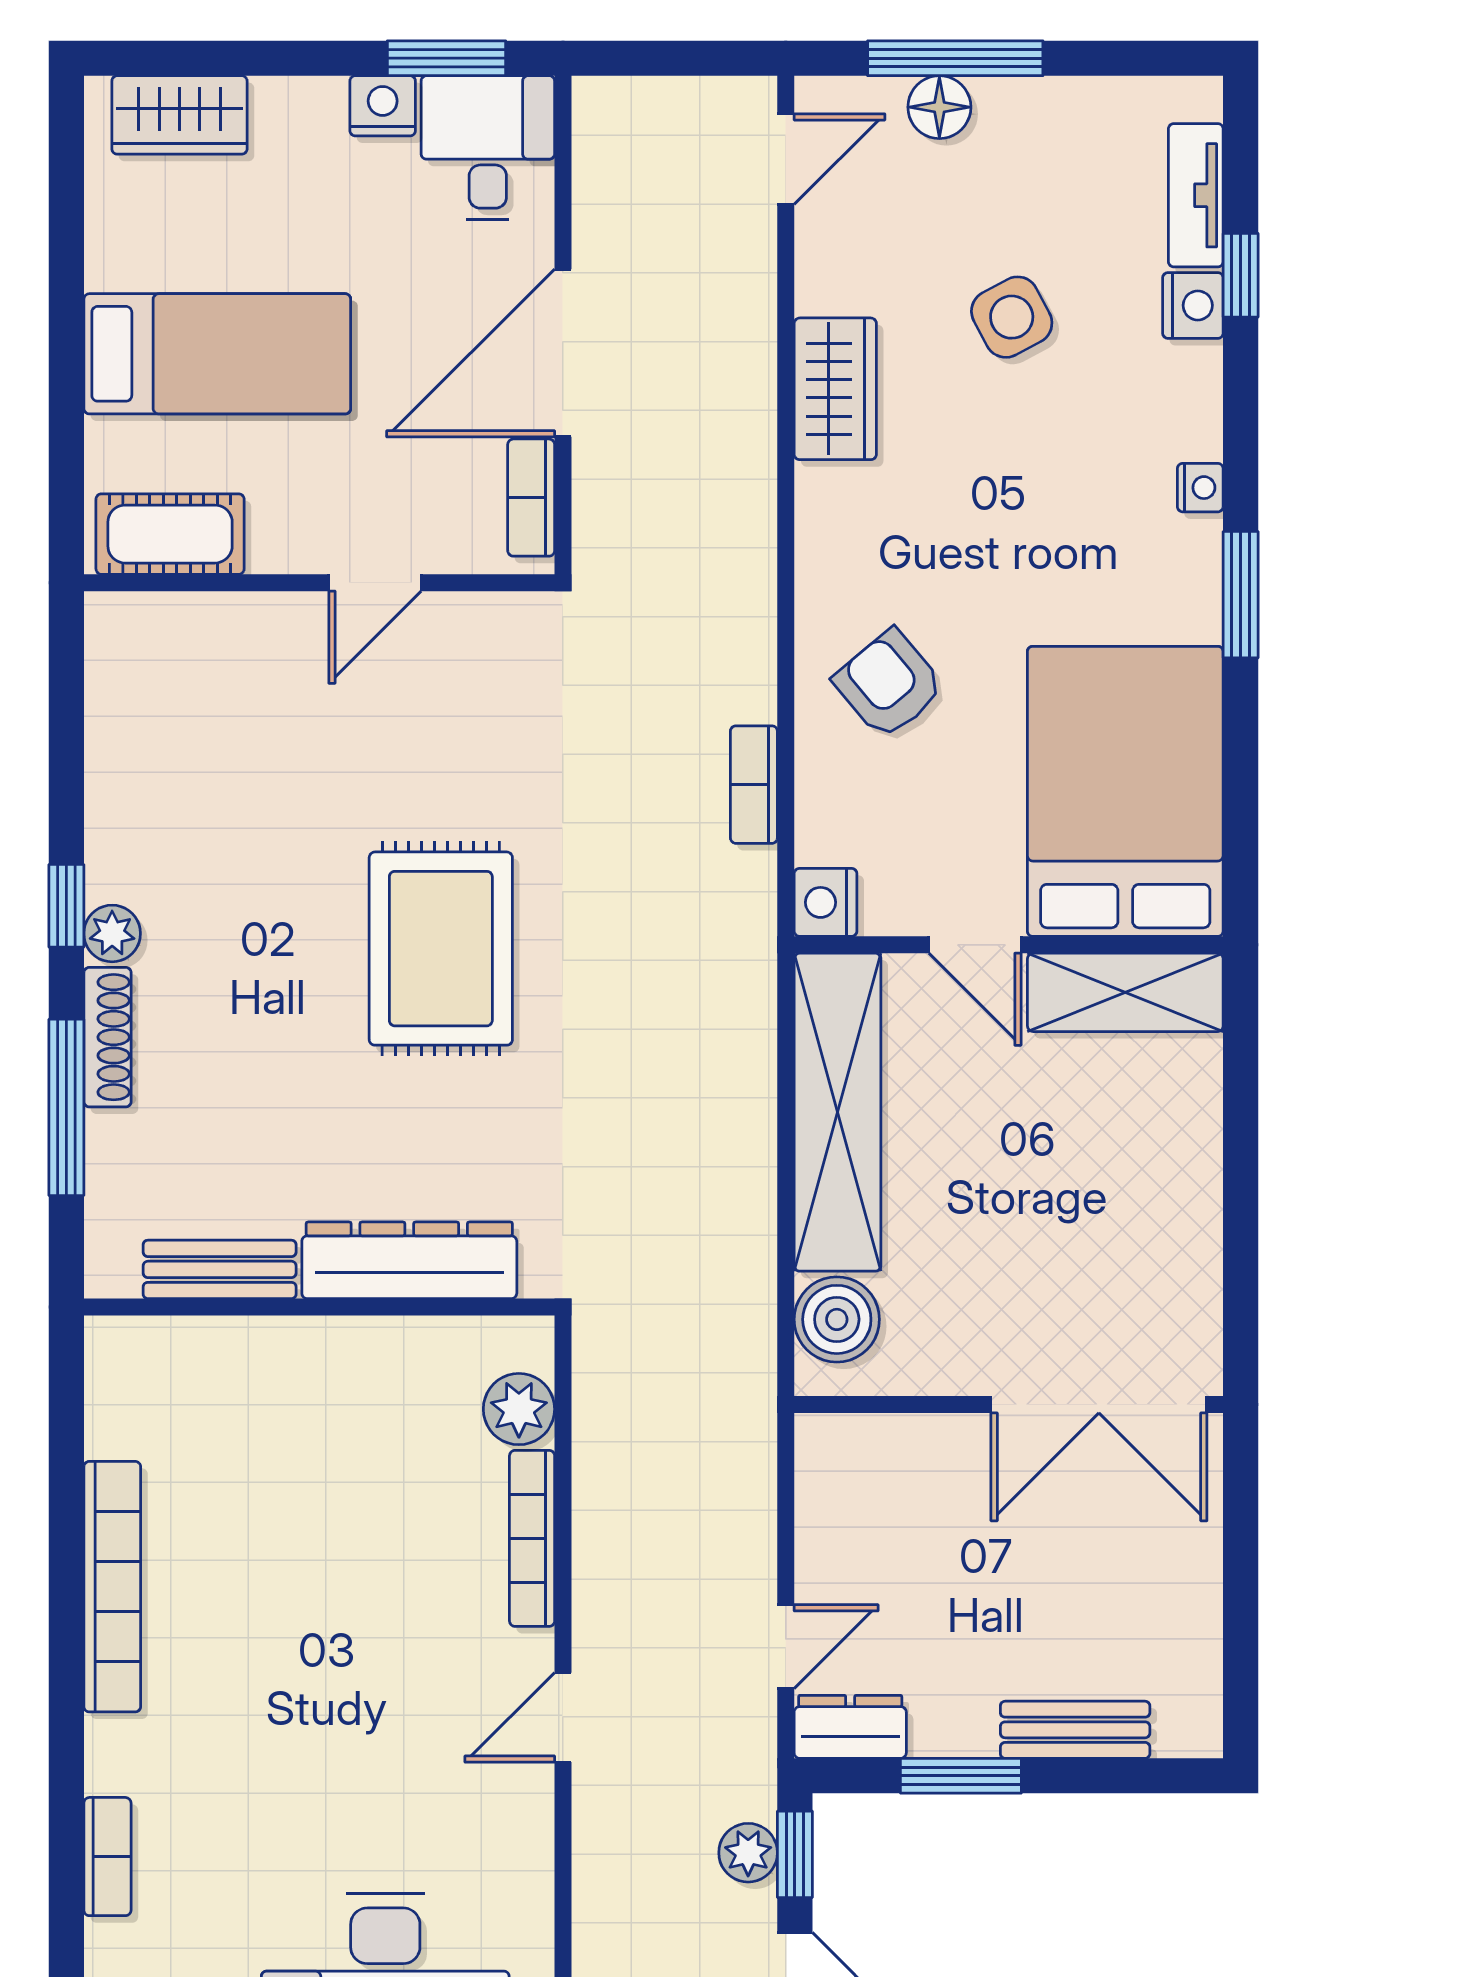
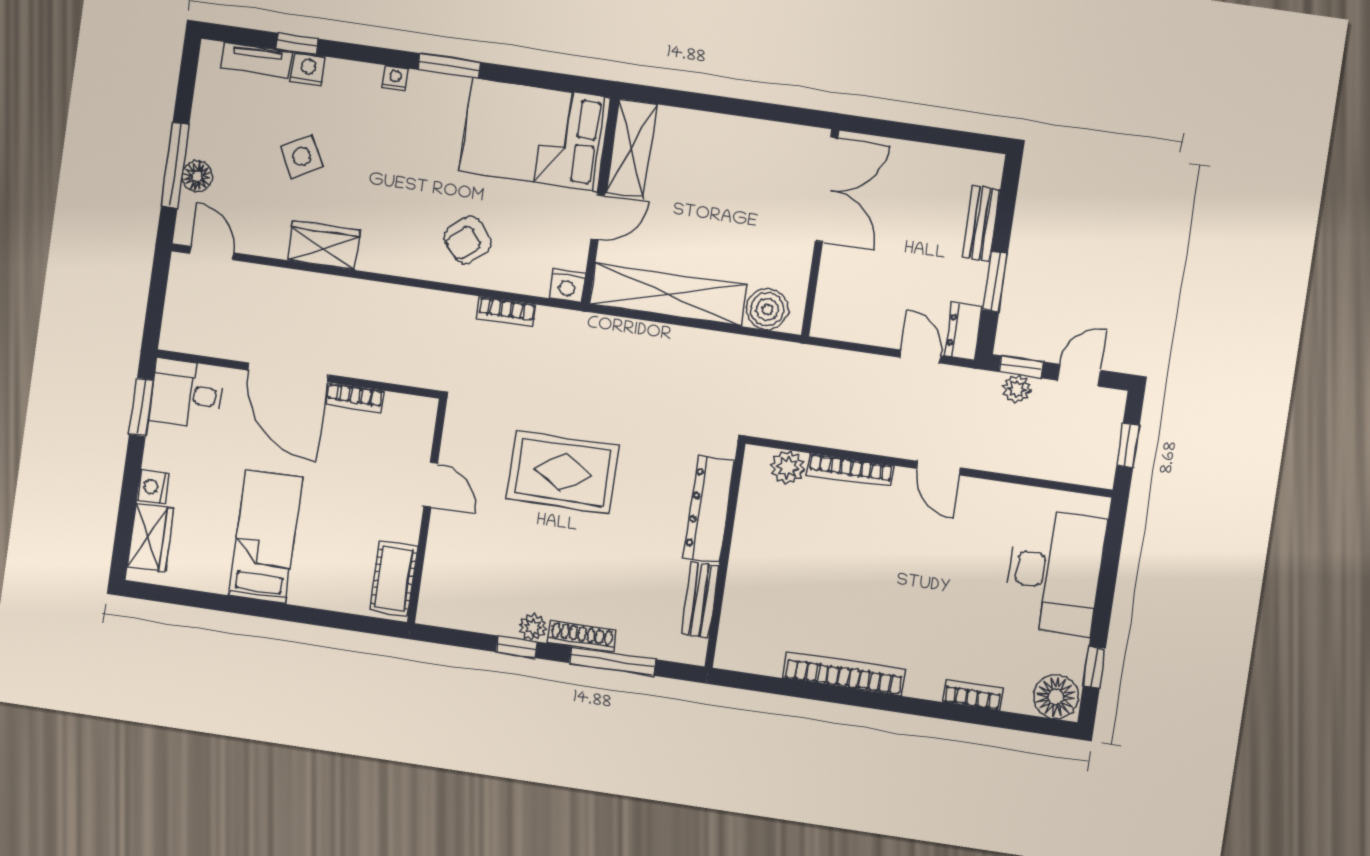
nightstand: (383, 106) -> (153, 487), moved
cot: (170, 534) -> (394, 578), moved
wall: (319, 583) -> (427, 511), moved
door: (375, 583) -> (431, 485), moved

